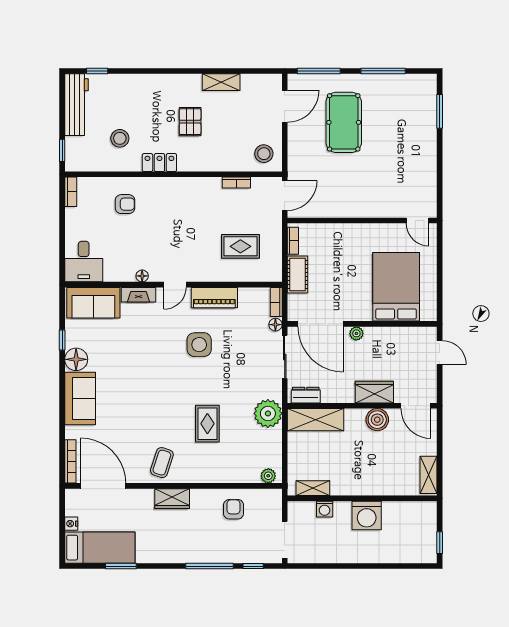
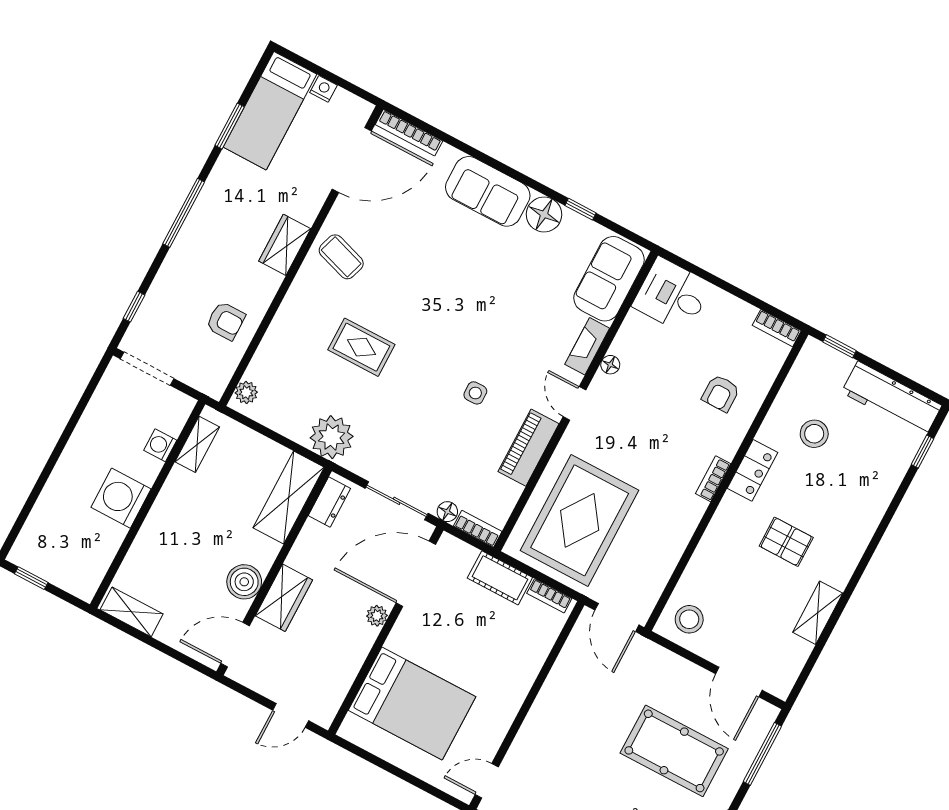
bookcase: (236, 183) -> (713, 479), moved
rug: (240, 246) -> (580, 520), width x1.86, depth x2.06
side table: (199, 345) -> (475, 393), width x0.54, depth x0.54
window: (210, 566) -> (184, 213), moved

